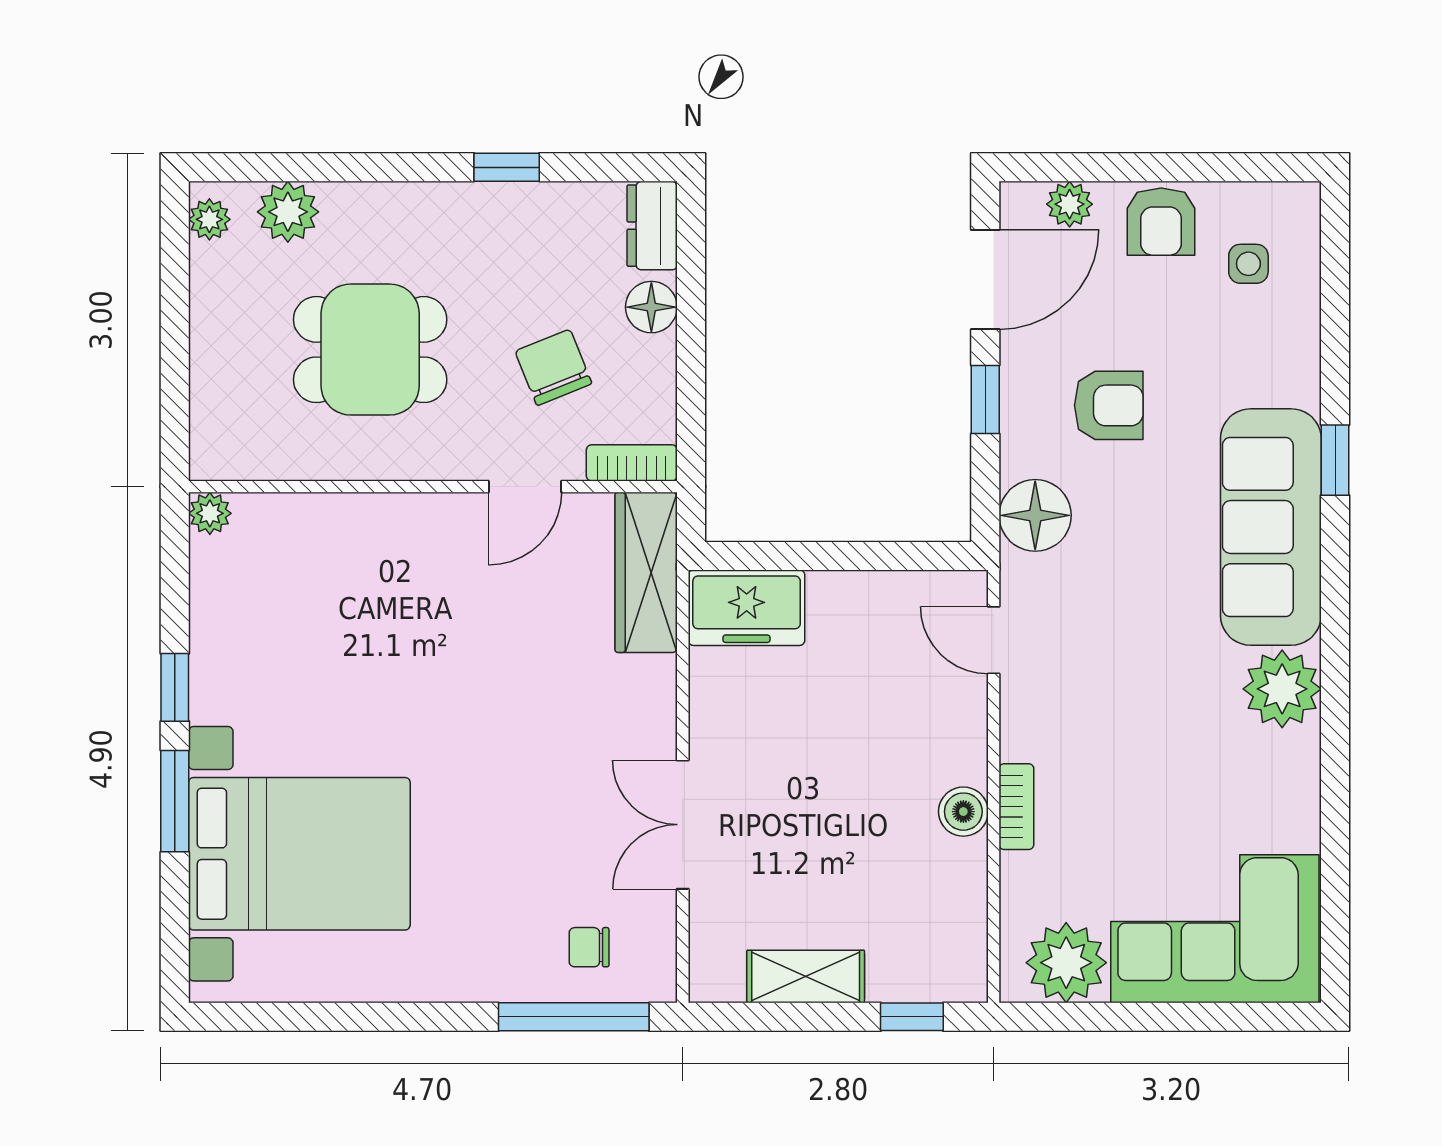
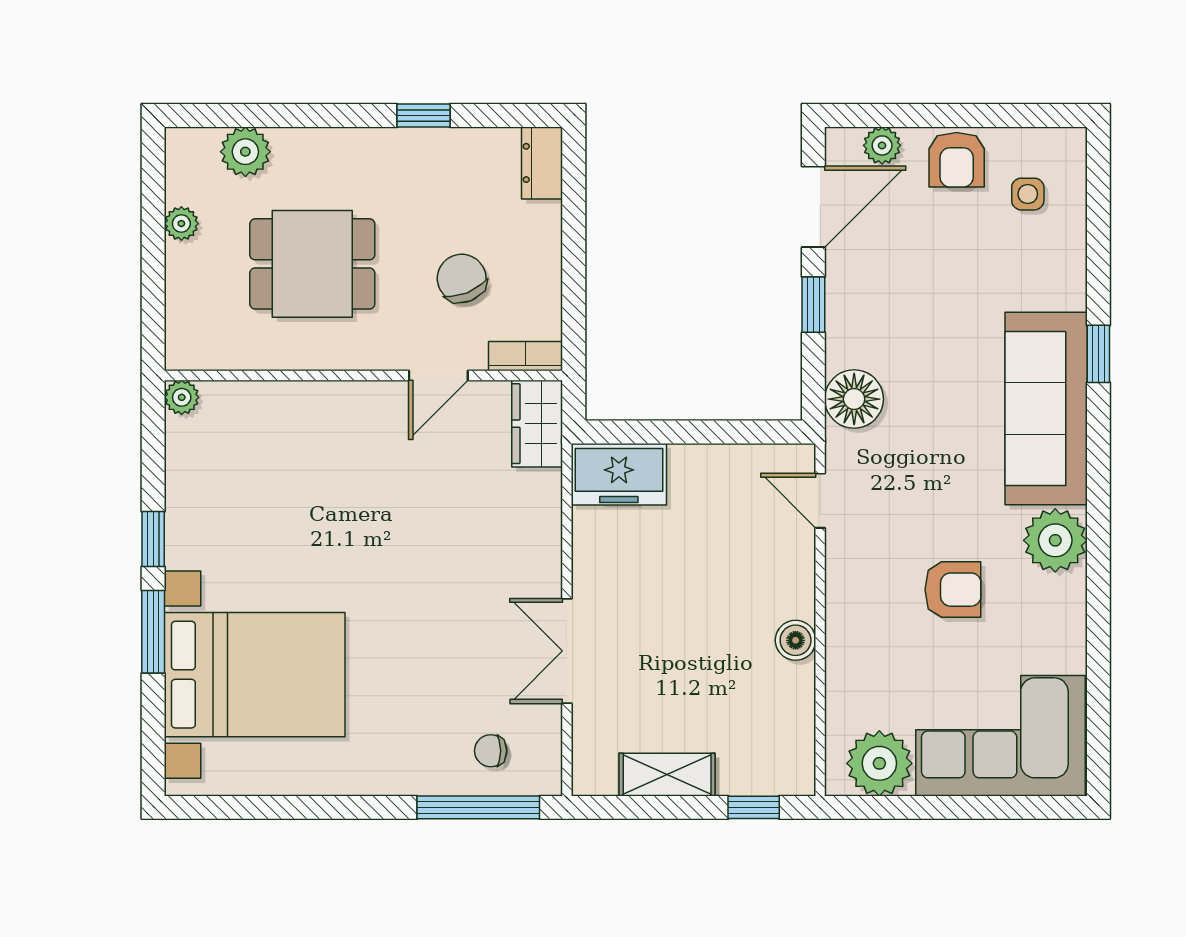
plant: (209, 219) -> (181, 224), moved
floor lamp: (651, 307) -> (541, 229), removed
armchair: (1109, 405) -> (953, 590), moved
wardrobe: (646, 572) -> (537, 424), width x0.67
bookcase: (1016, 807) -> (839, 636), removed

